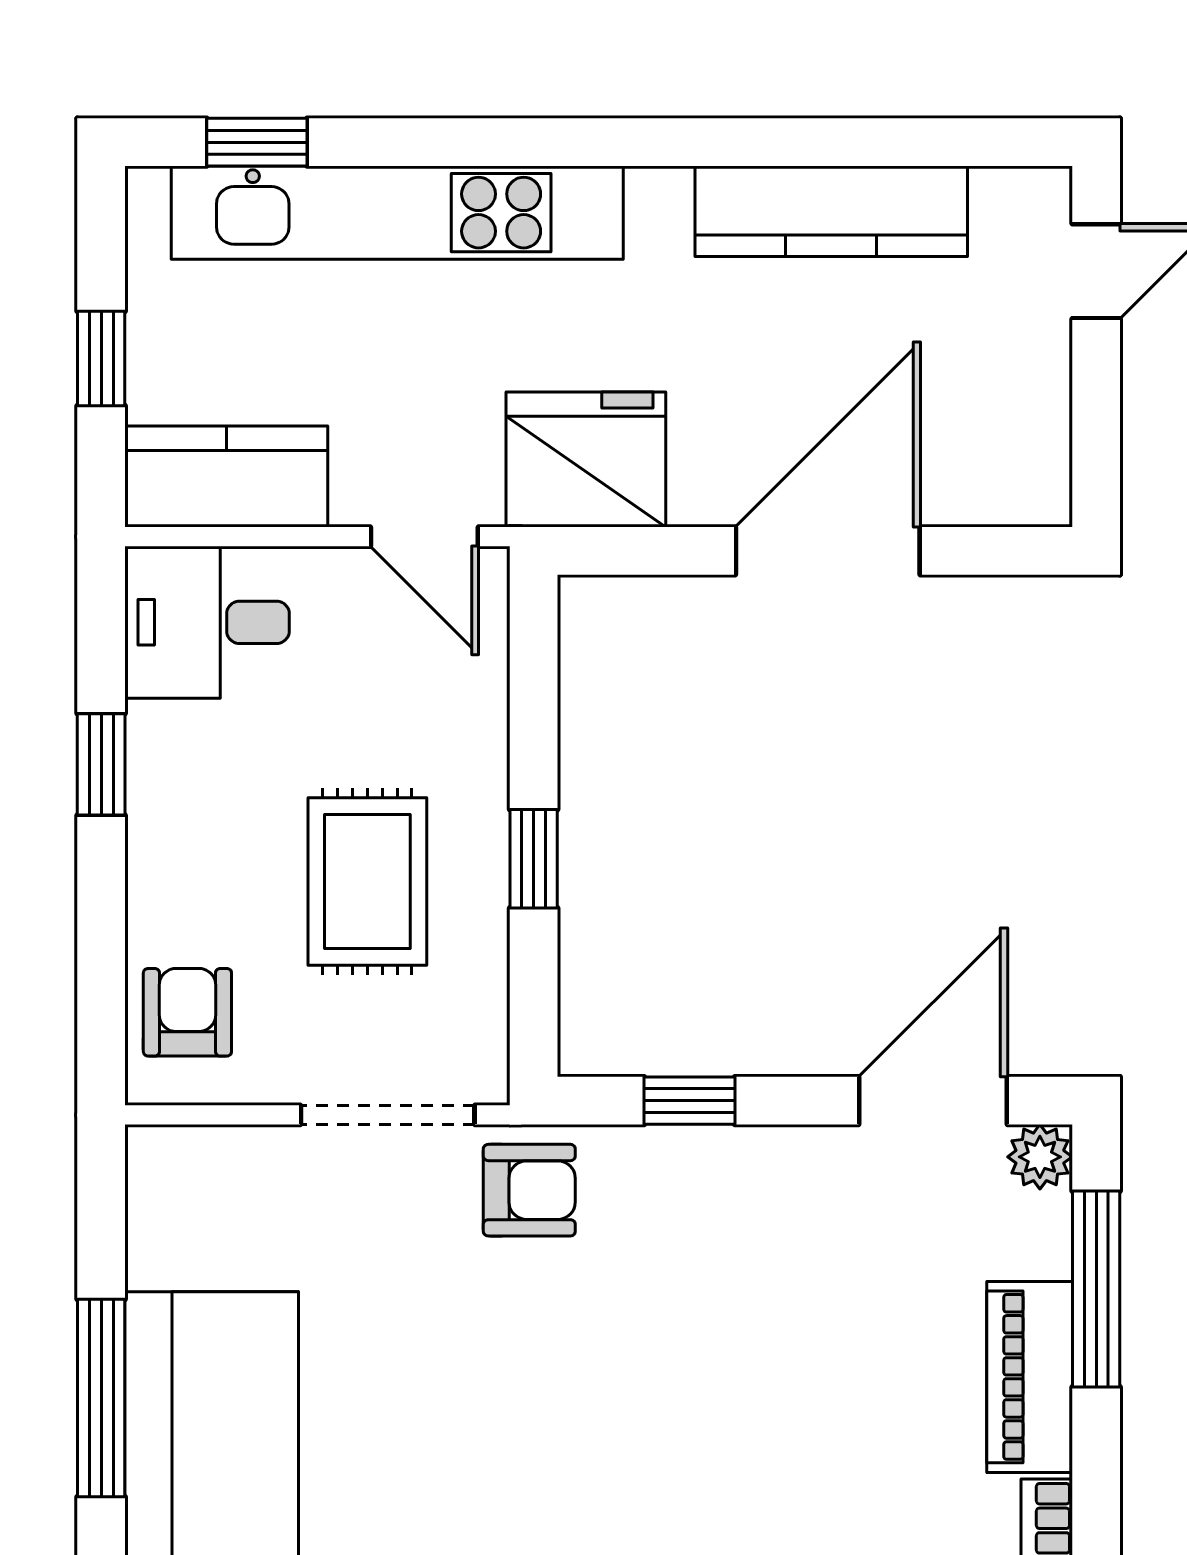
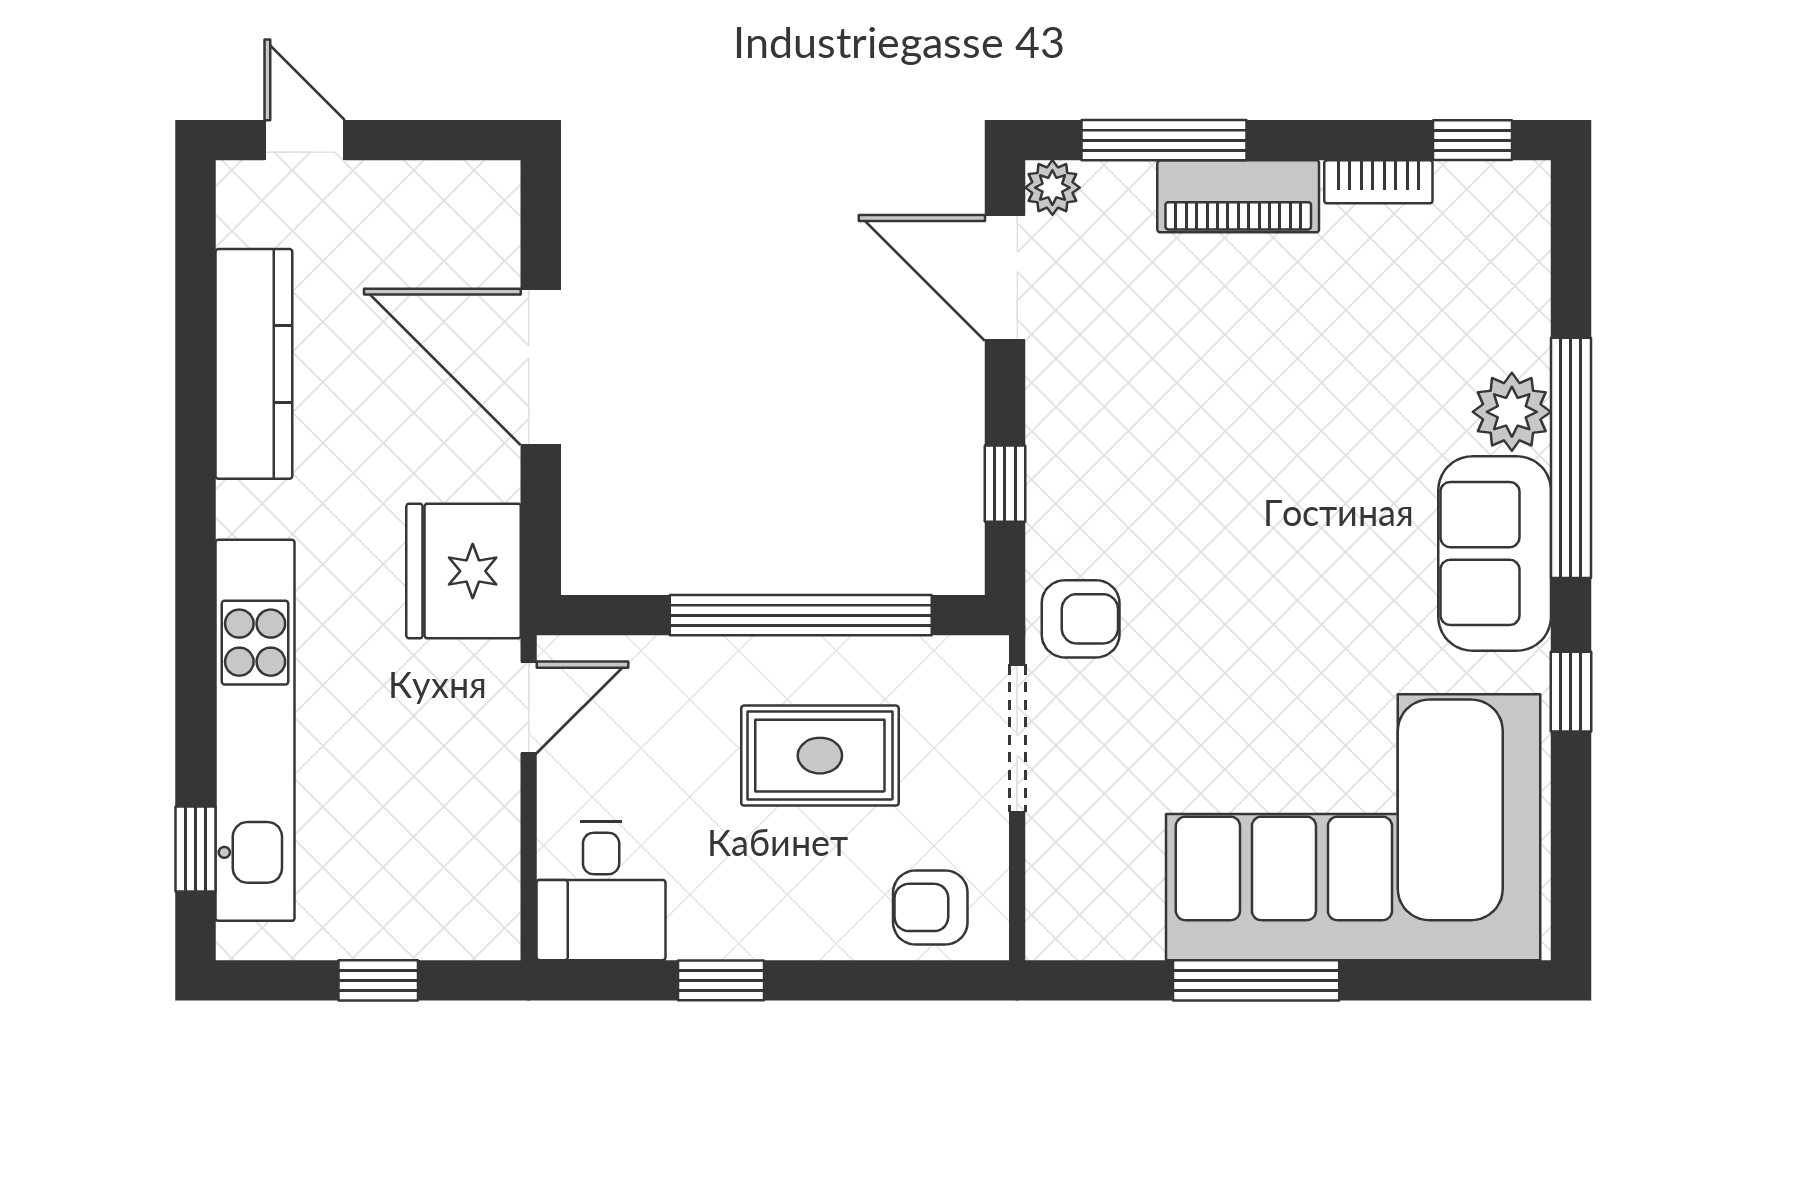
kitchen counter: (226, 477) -> (478, 875), removed
window: (534, 859) -> (801, 615), width x3.17
armchair: (529, 1190) -> (1081, 619), turned 90

